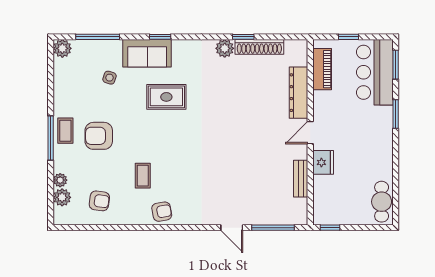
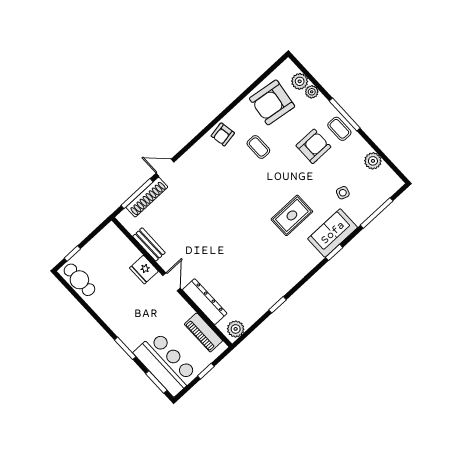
shoe rack: (259, 47) -> (147, 197), moved, turned 180
plant: (62, 48) -> (373, 161), moved
plant: (225, 48) -> (236, 329), moved
armchair: (99, 201) -> (272, 102), width x1.88, depth x1.88
window: (330, 228) -> (72, 253), moved

